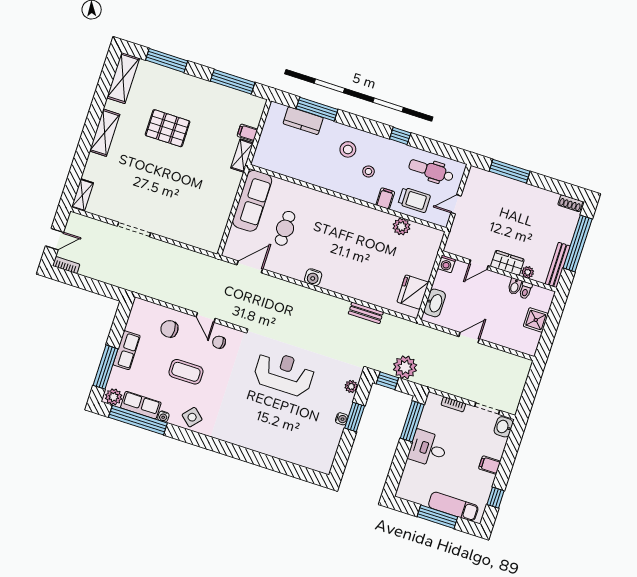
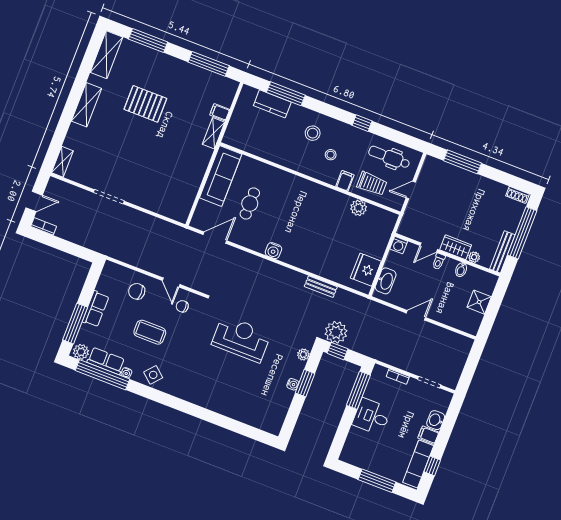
toilet: (526, 290) -> (439, 261), moved
plant: (405, 367) -> (336, 332), moved
washbasin: (503, 427) -> (436, 420), moved
exam couch: (453, 506) -> (418, 464), moved, turned -90

